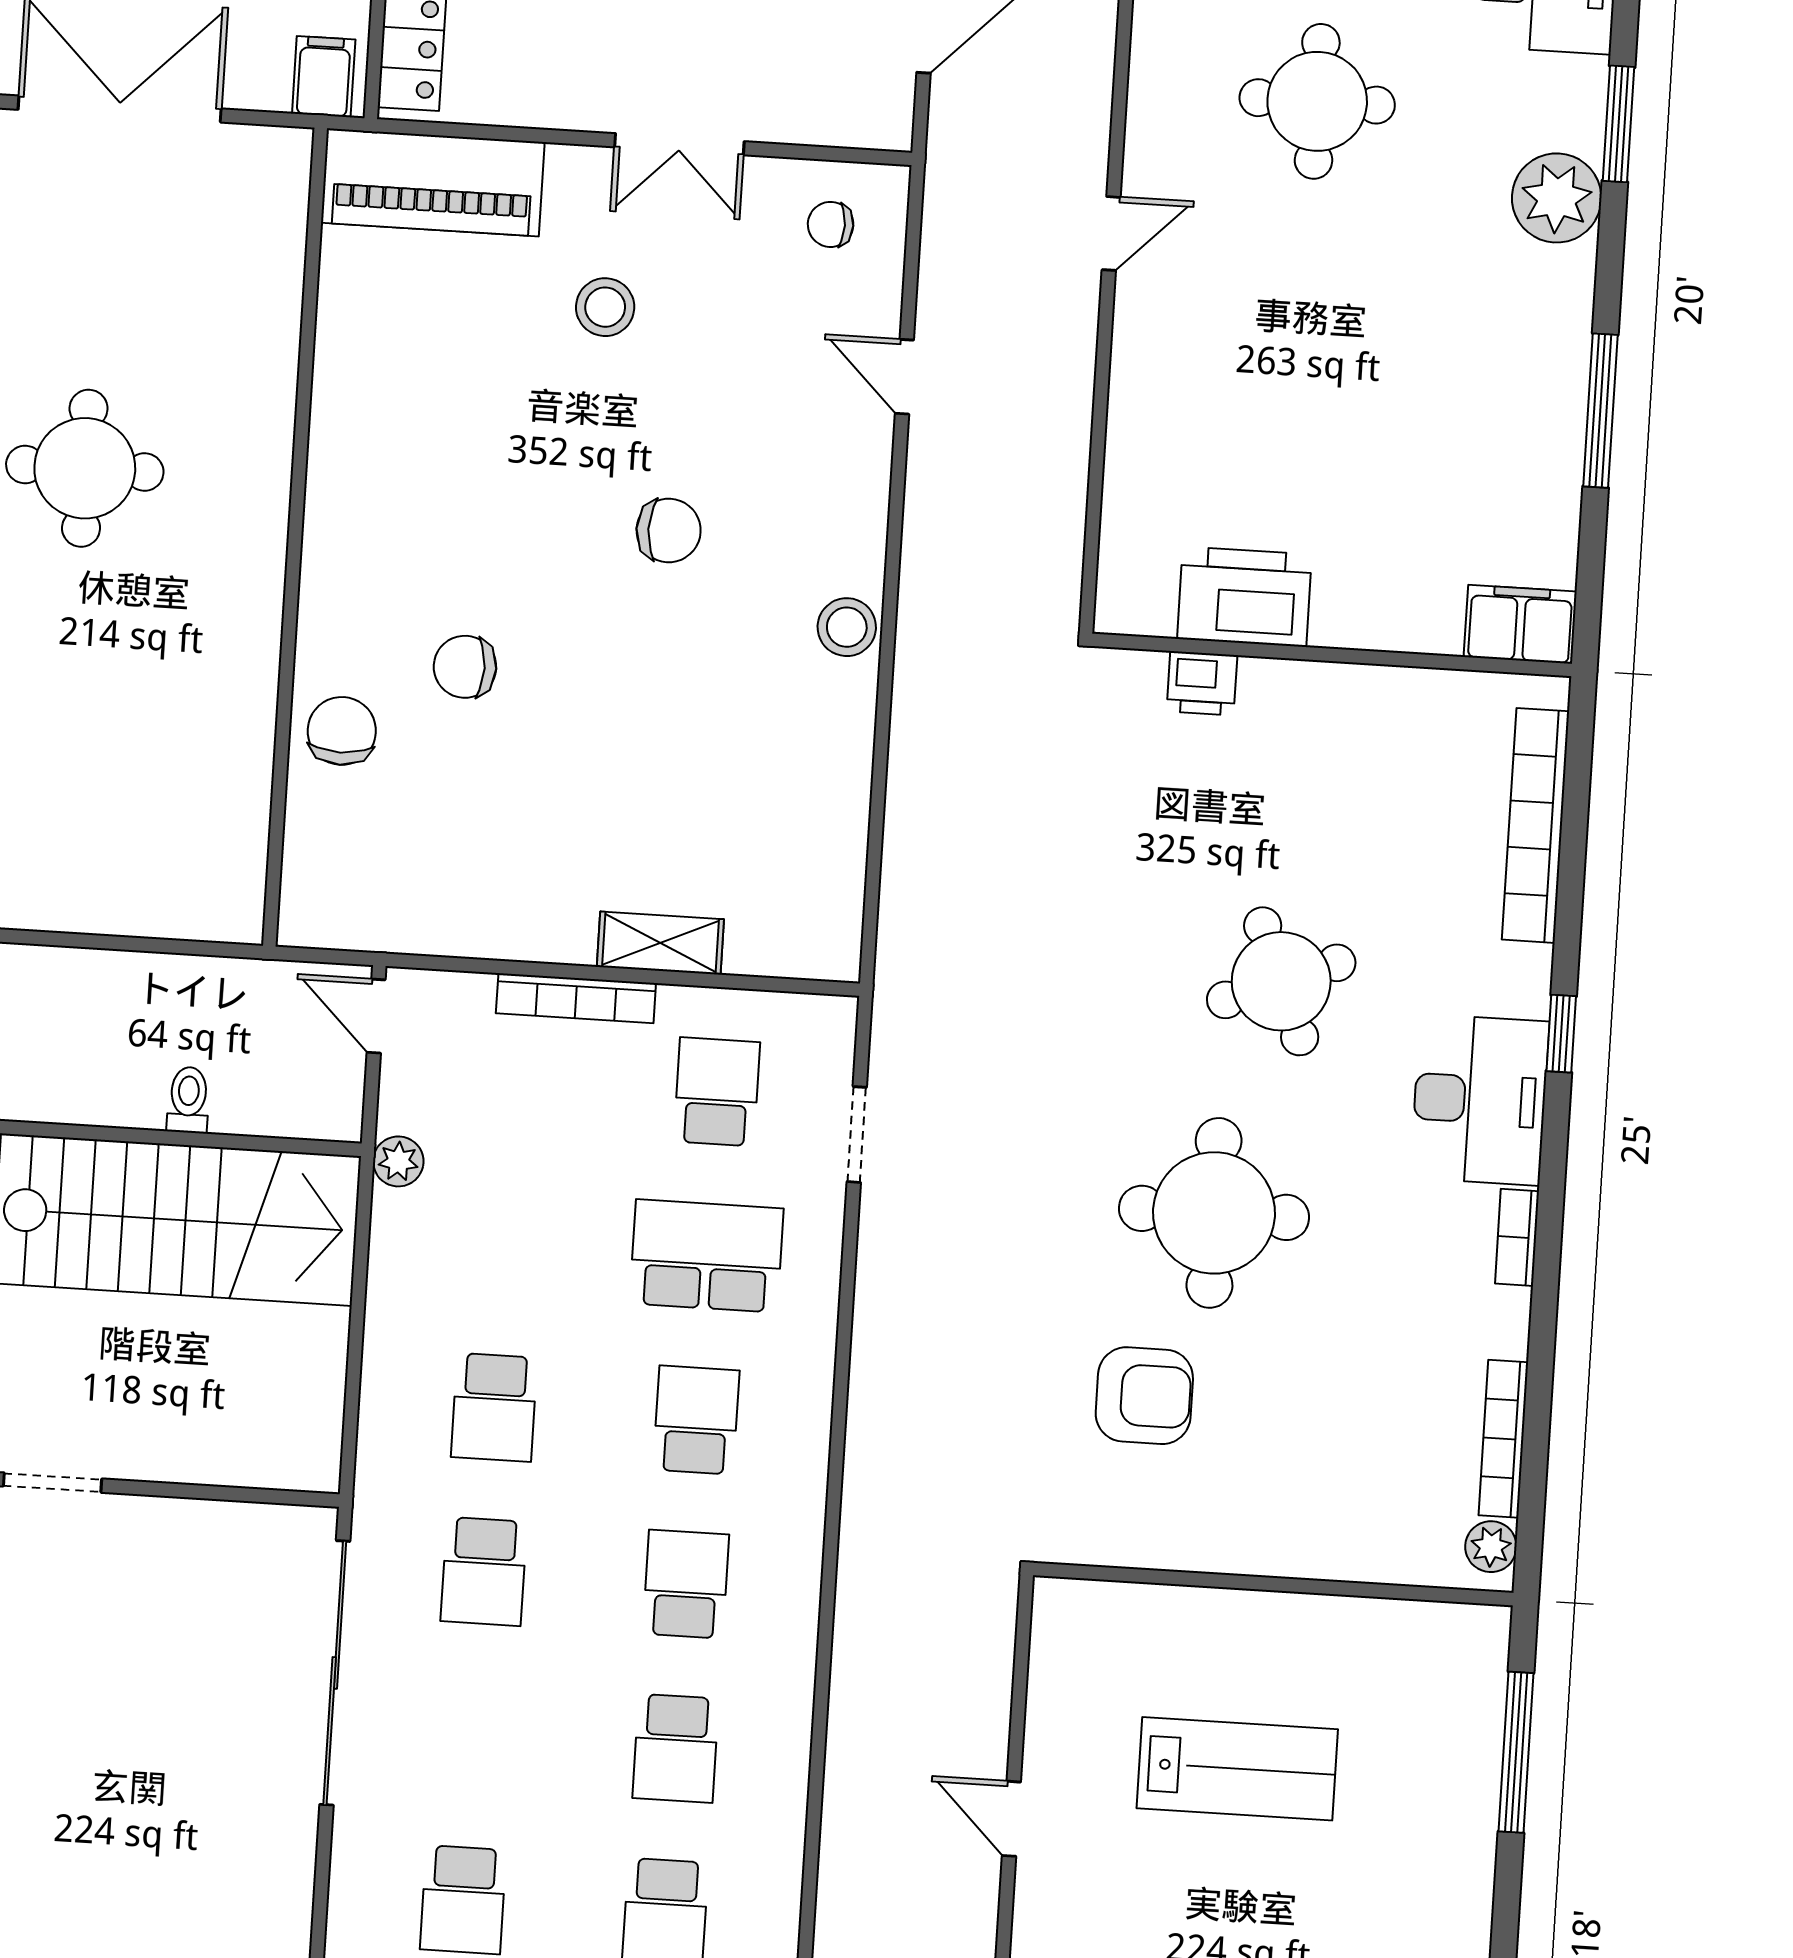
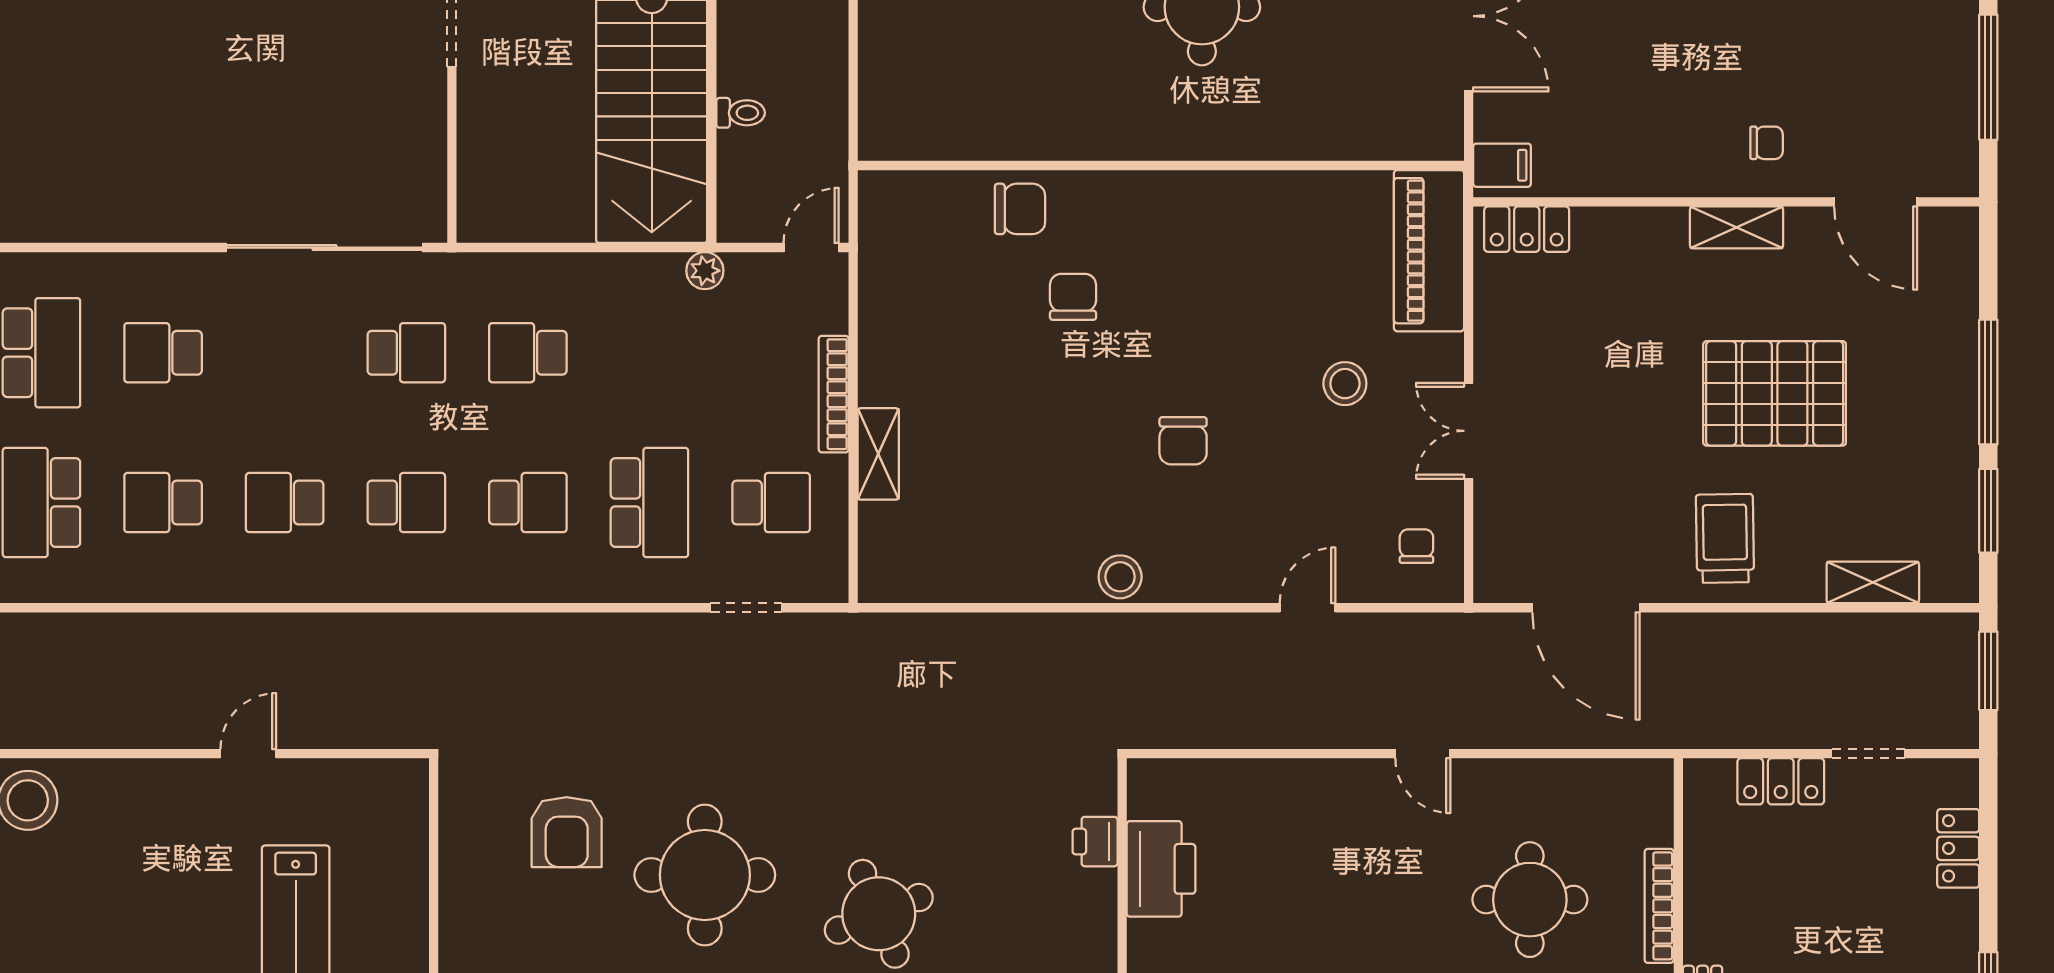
school desk: (484, 1571) -> (406, 353), turned 180

